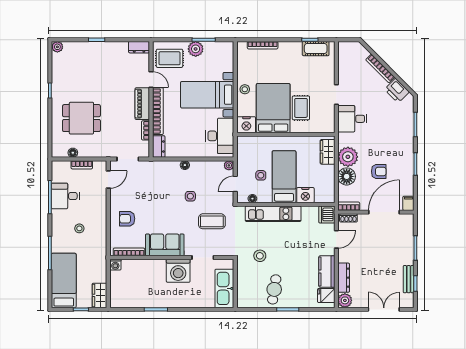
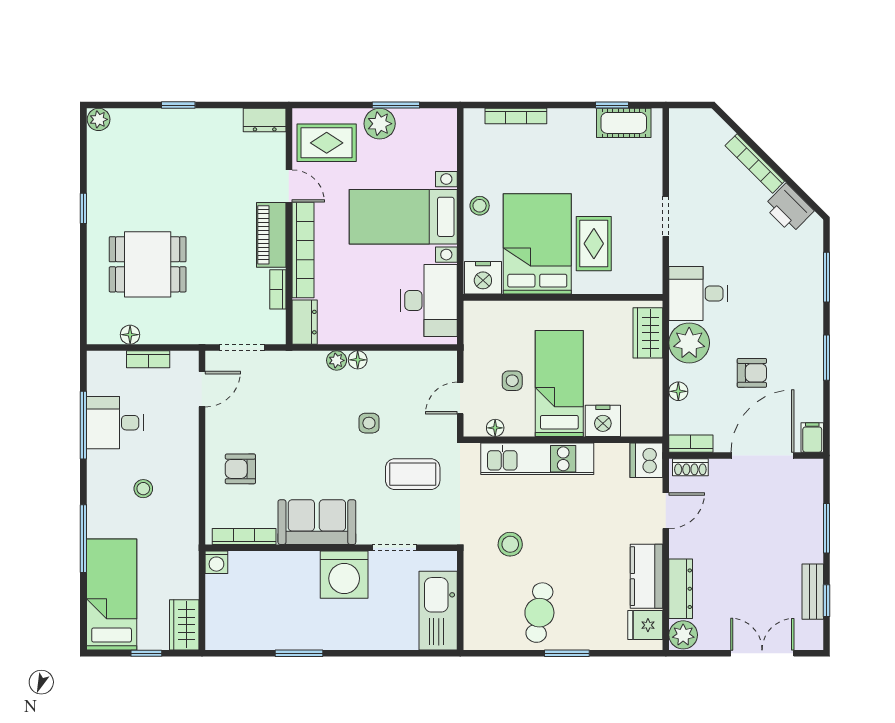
desk: (352, 119) -> (698, 294), moved
plant: (229, 165) -> (337, 360), moved
floor lamp: (347, 176) -> (678, 391), width x0.53, depth x0.53

